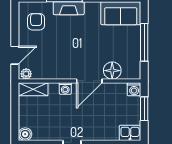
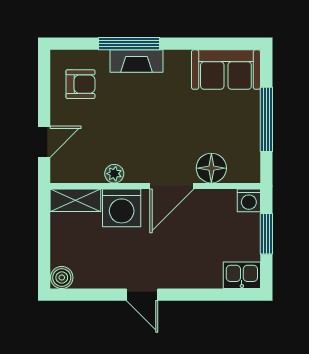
armchair: (36, 22) -> (80, 84), turned 90
plant: (26, 74) -> (114, 174), moved
washing machine: (65, 88) -> (122, 208), width x1.89, depth x1.89

